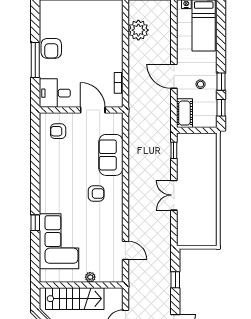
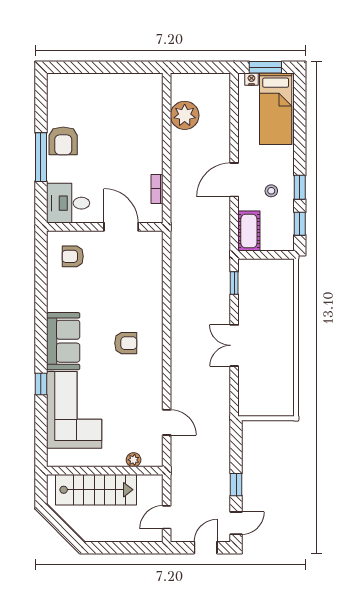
door: (174, 76) -> (234, 180), hinge flipped
sofa: (111, 155) -> (63, 341), moved, turned 180
plant: (90, 277) -> (134, 460), moved
window: (175, 280) -> (236, 485), moved

